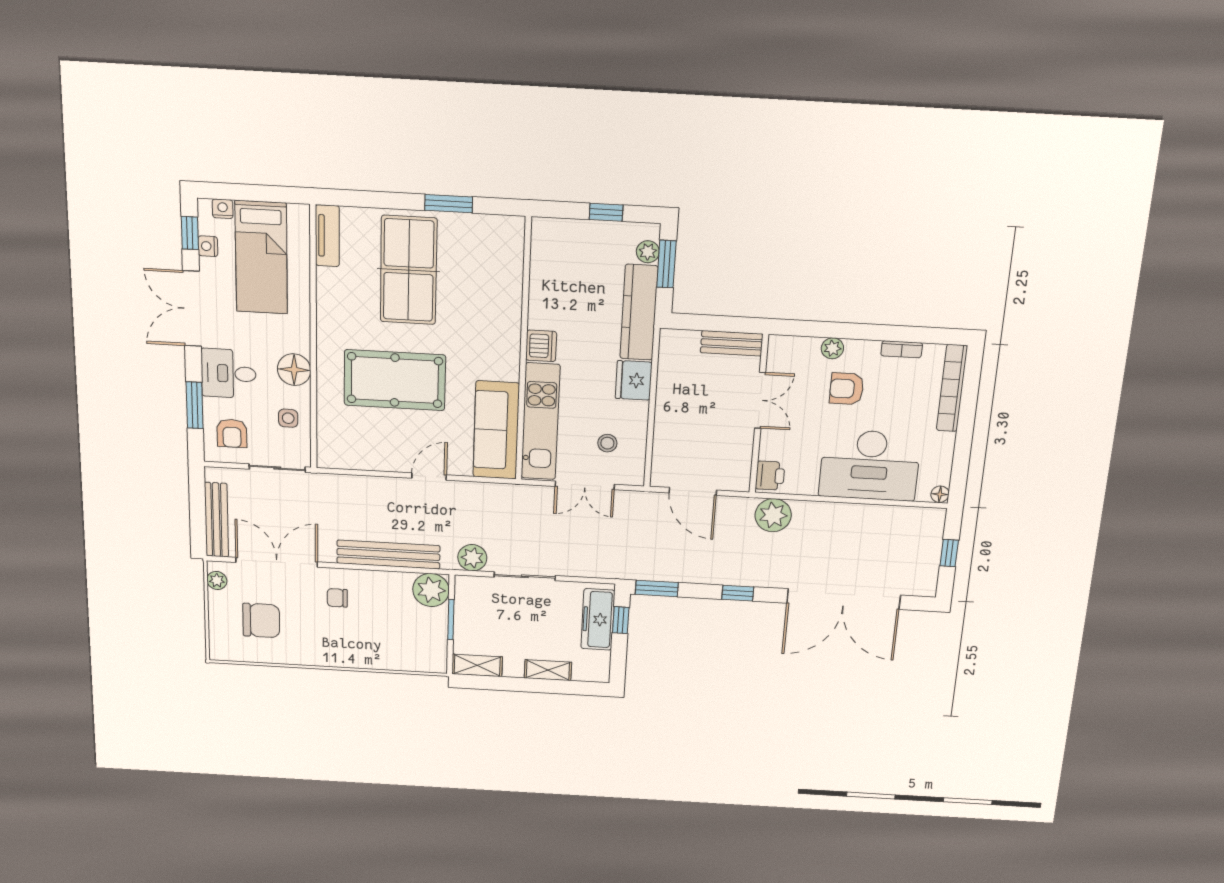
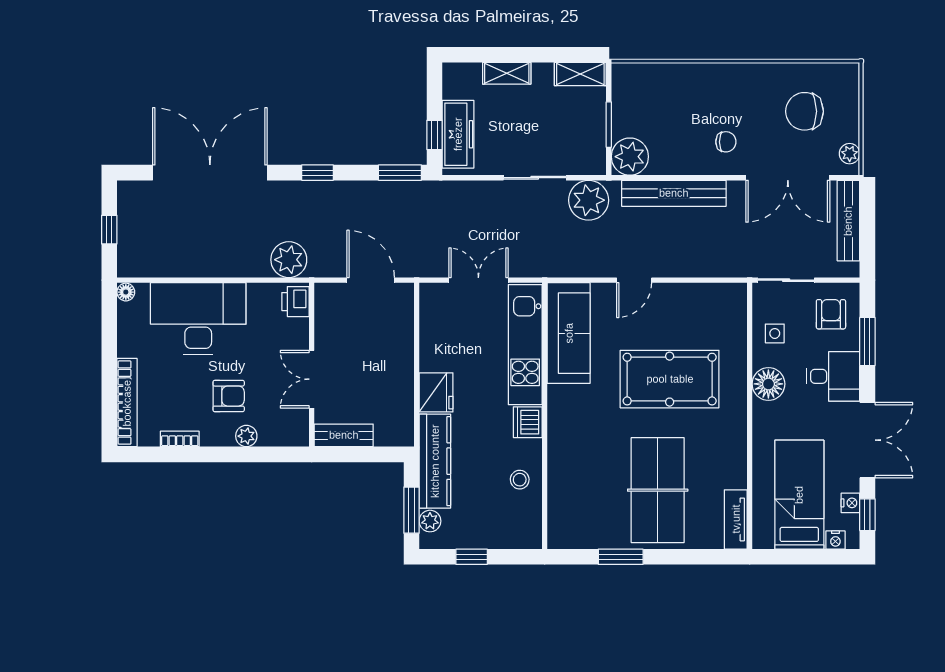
stool: (607, 443) -> (520, 480), moved
plant: (472, 558) -> (589, 200), width x1.36, depth x1.36

